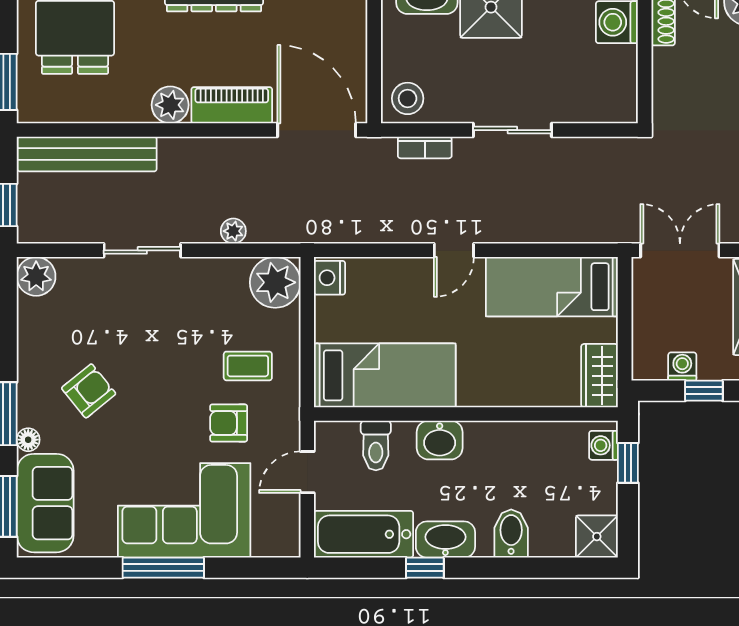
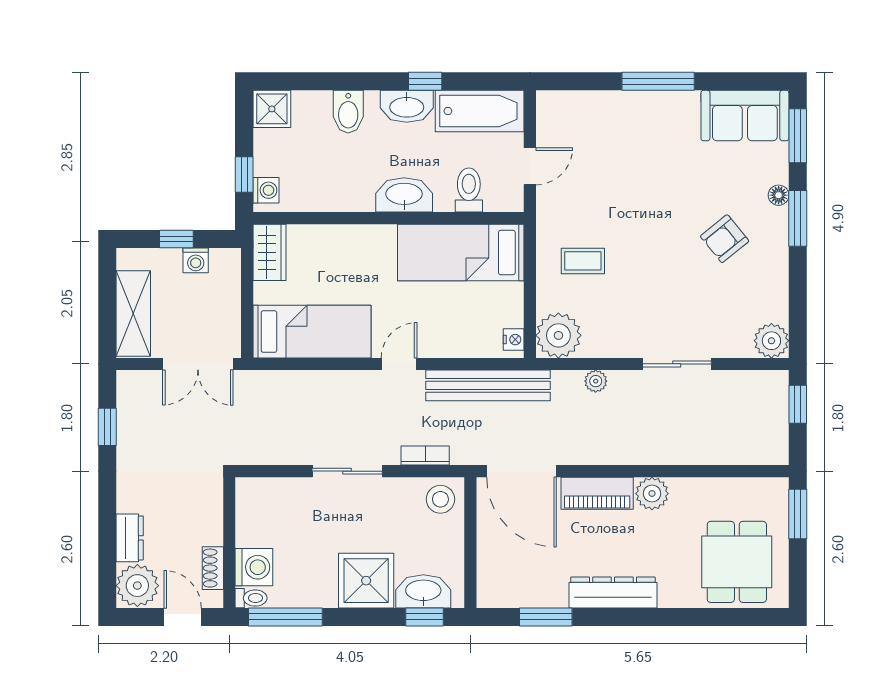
bench: (87, 154) -> (488, 385), moved
nightstand: (330, 278) -> (514, 340), width x0.72, depth x0.74
armchair: (229, 423) -> (600, 210), removed
washbasin: (440, 440) -> (404, 195), width x1.38
sofa: (45, 503) -> (745, 116), moved, turned -90
corner sofa: (184, 510) -> (640, 132), removed

